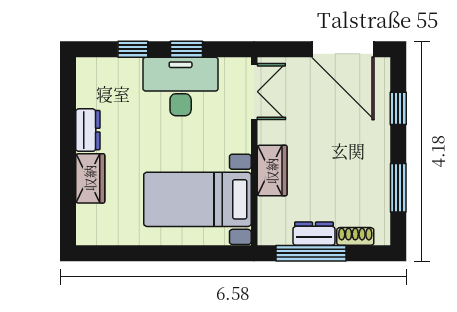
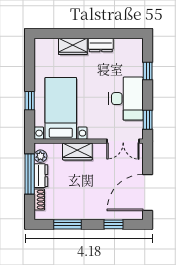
window: (187, 49) -> (148, 120), moved
plant: (280, 234) -> (40, 156), added
window: (184, 253) -> (30, 101), added

